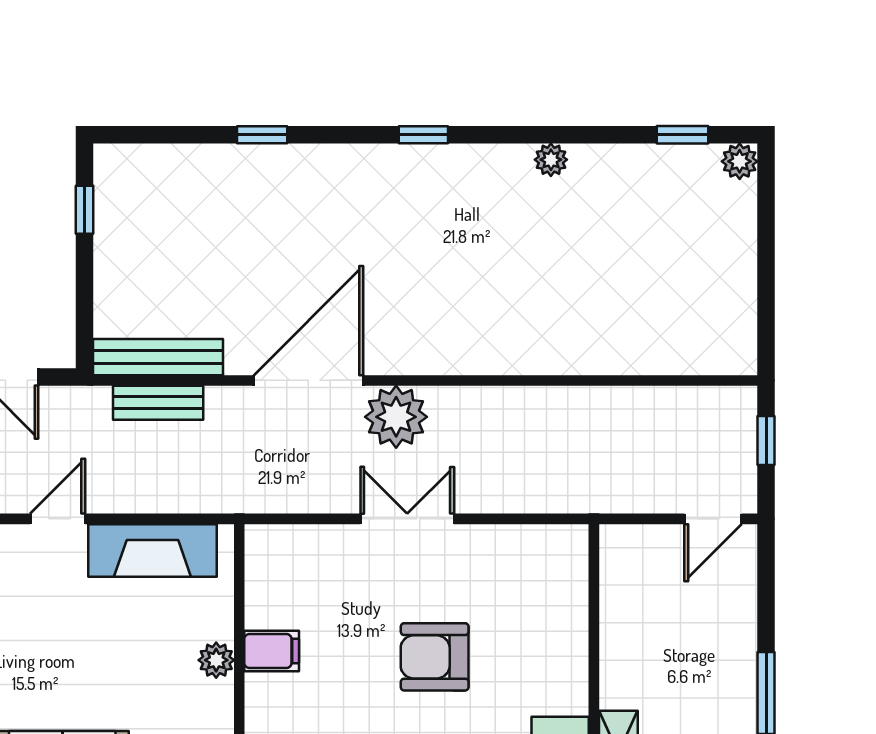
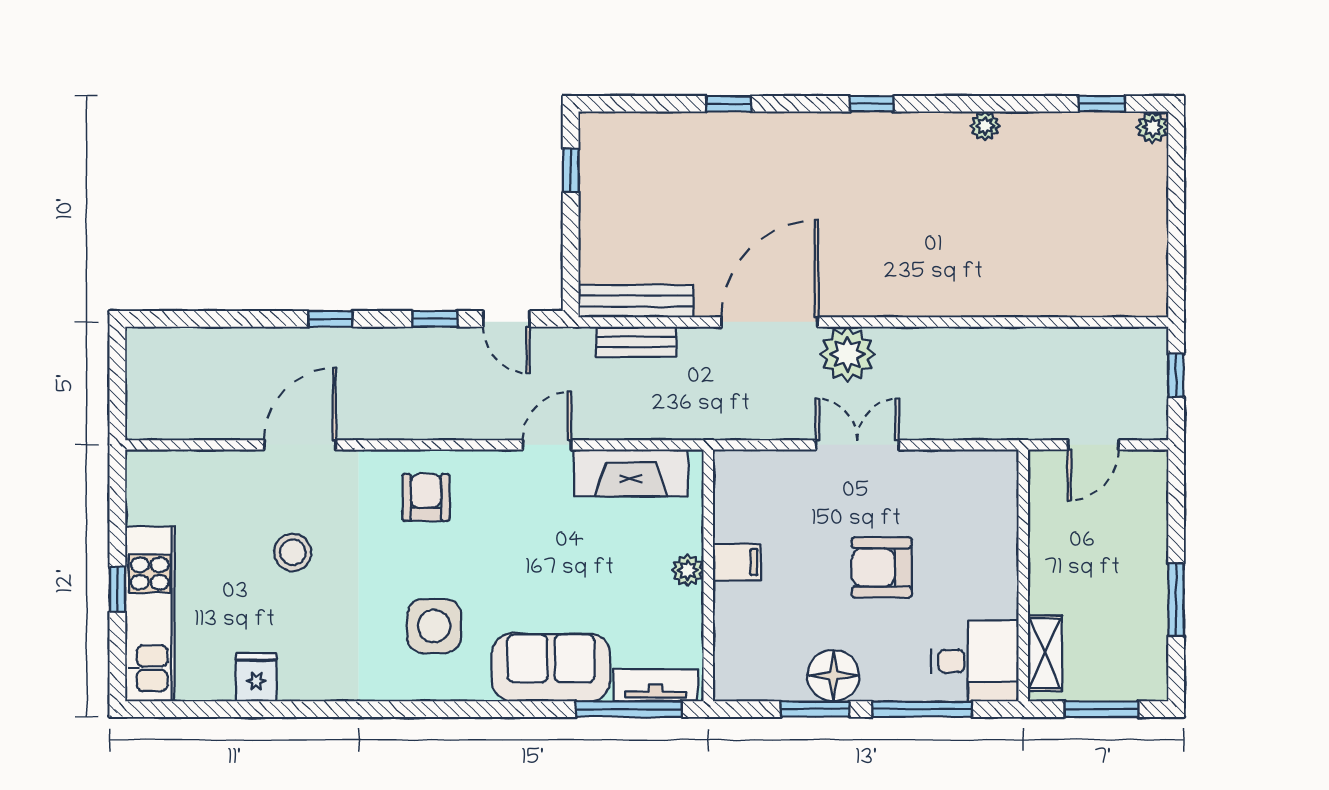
door: (713, 519) -> (1093, 445), moved

